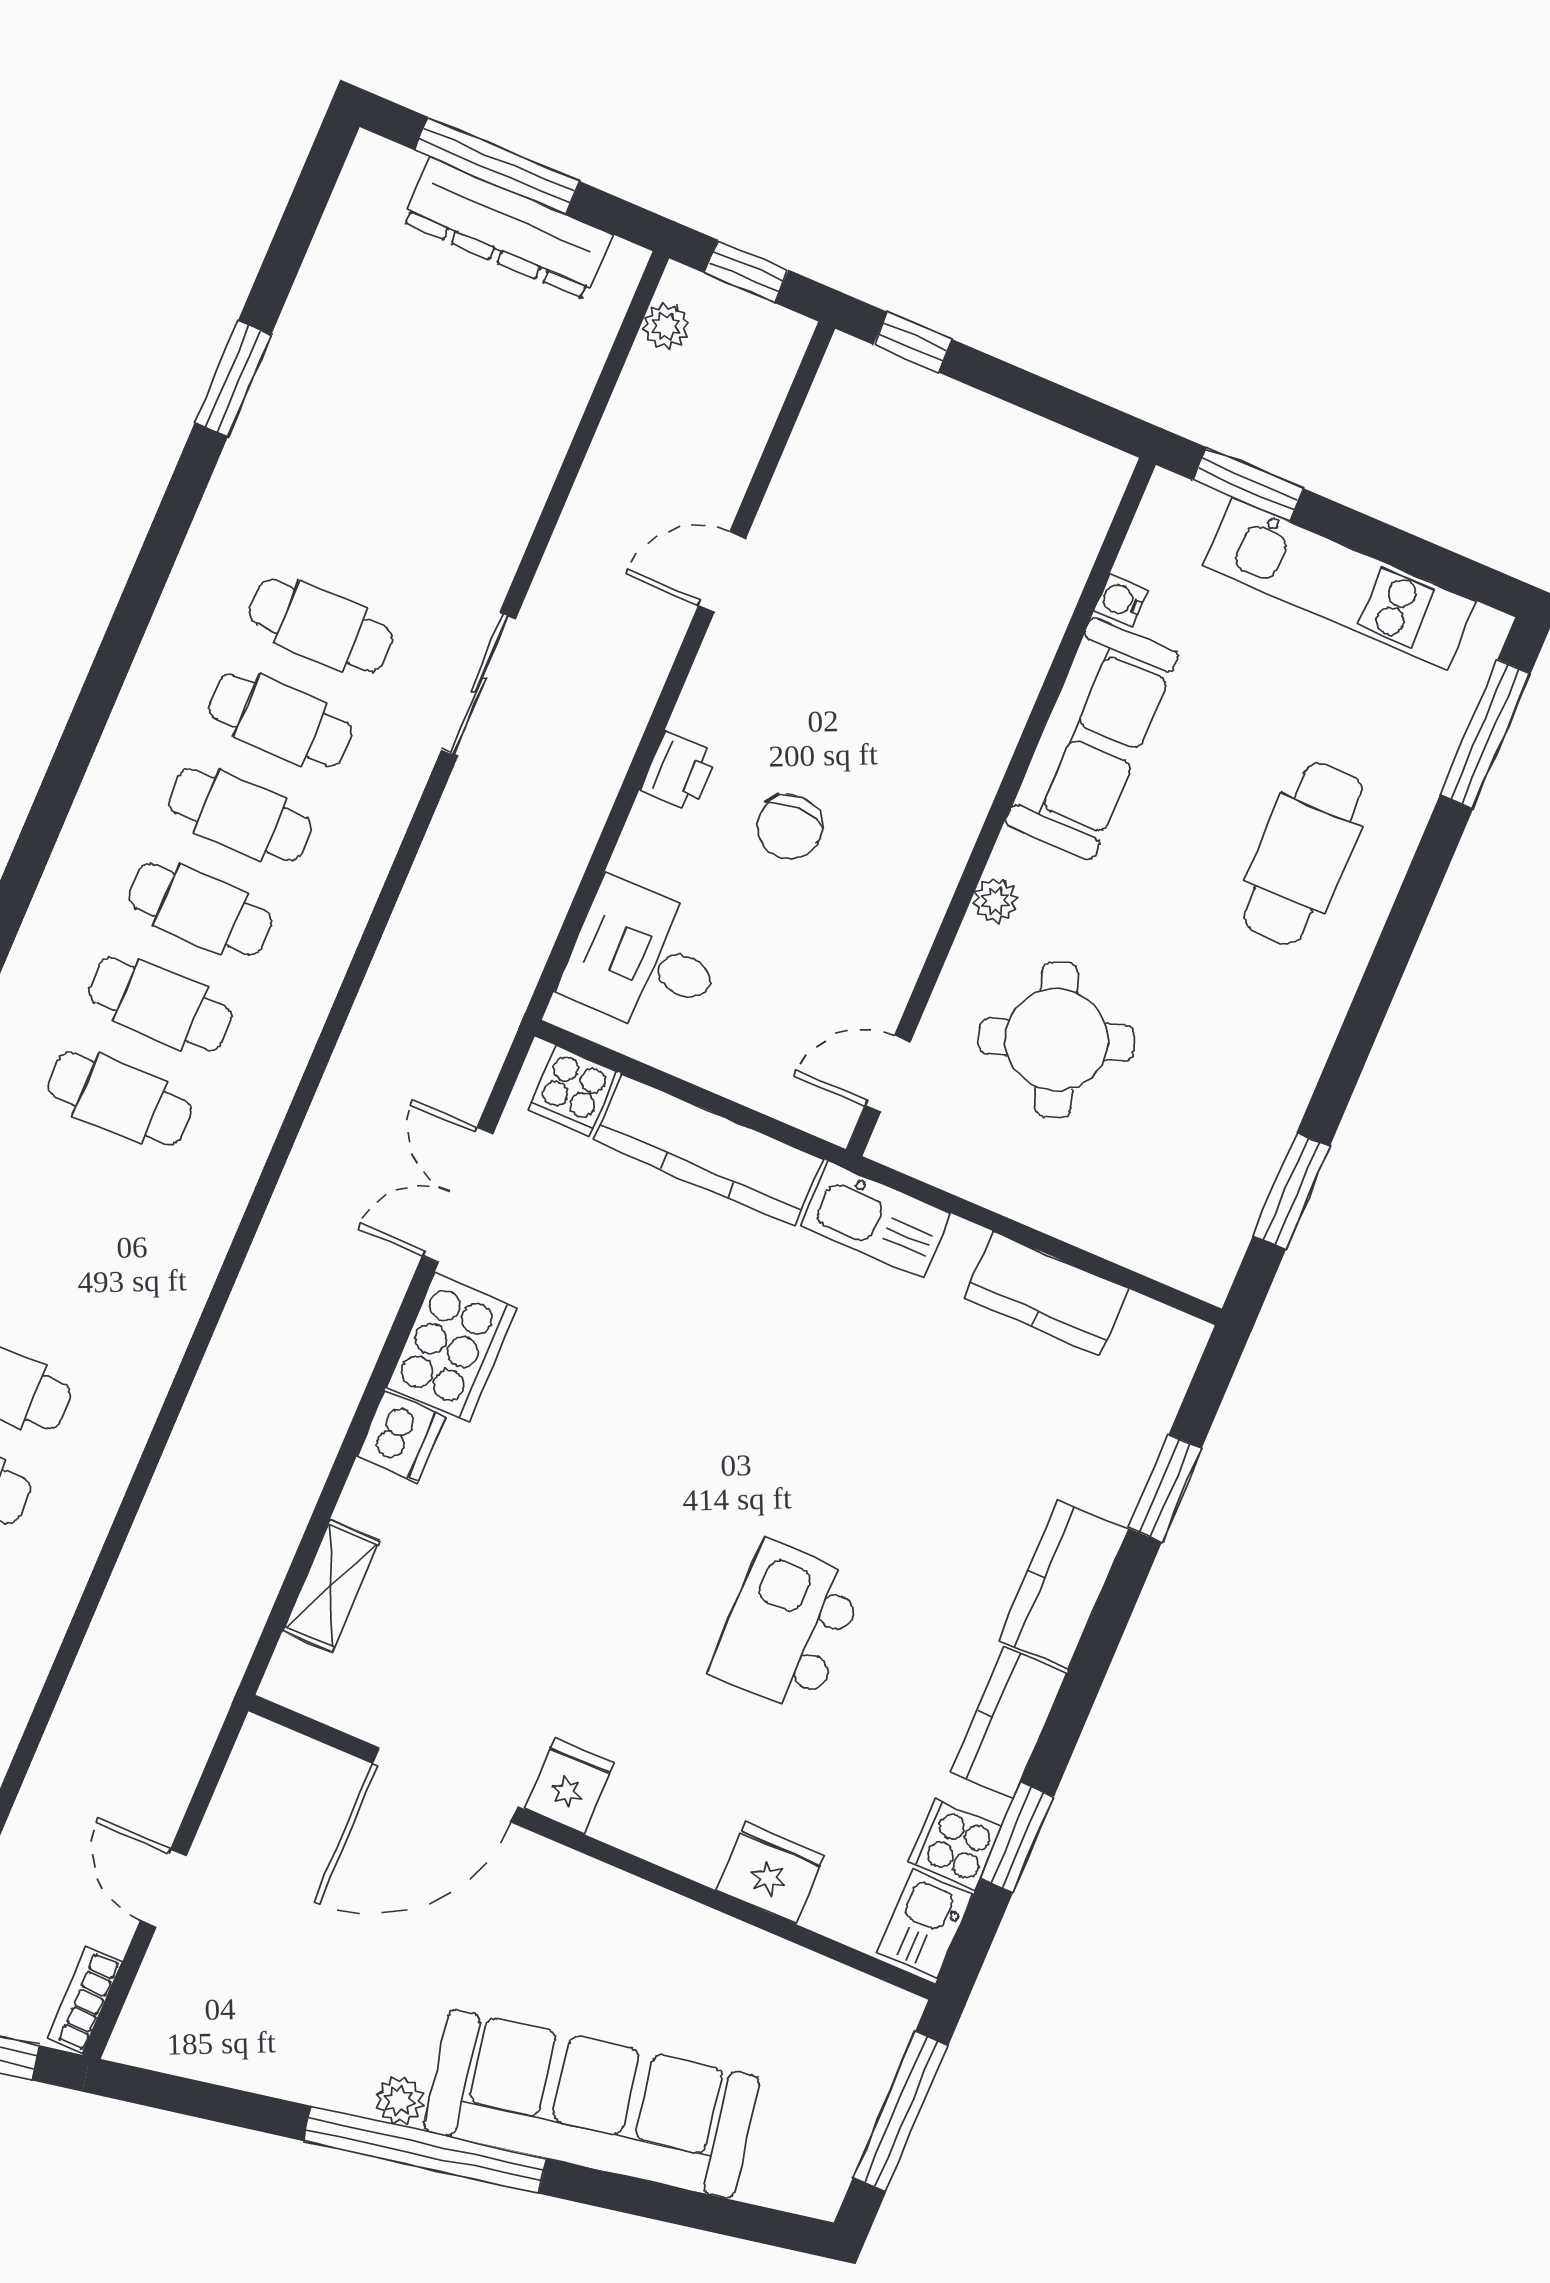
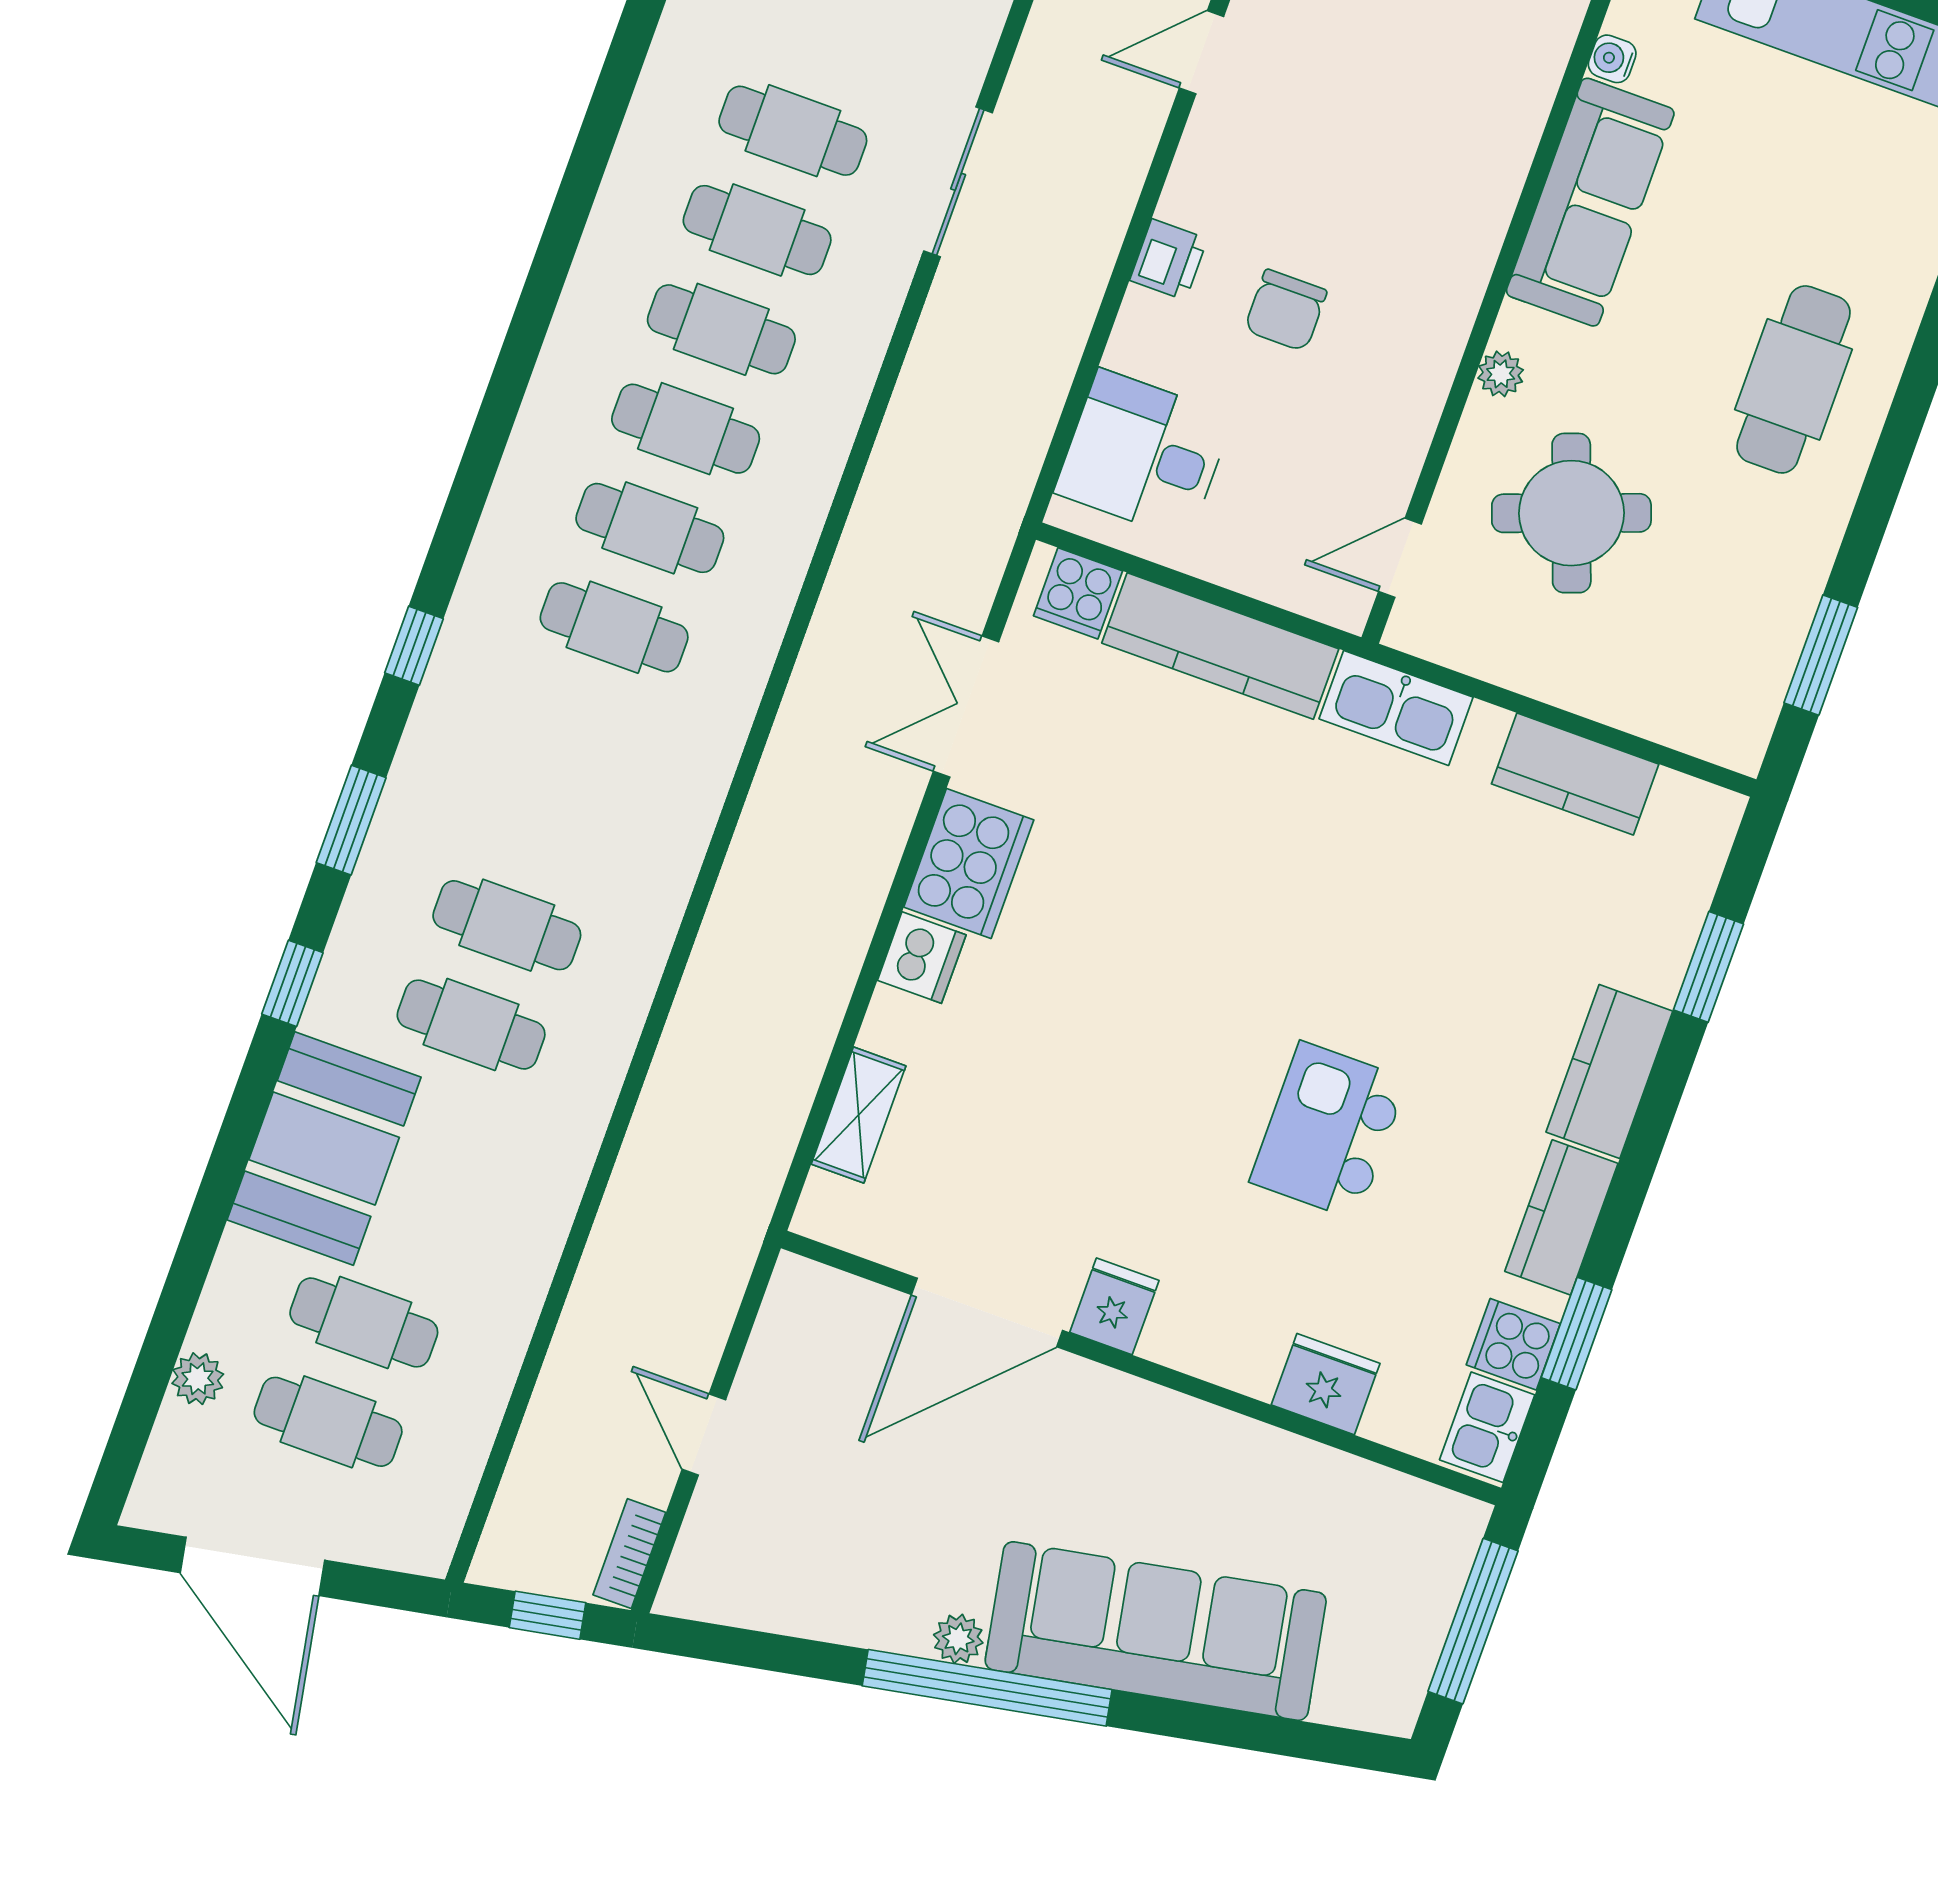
cafe table: (1303, 854) -> (1793, 379), moved

